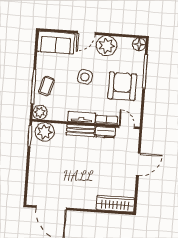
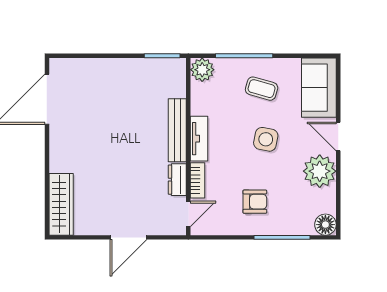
coffee table: (46, 86) -> (262, 89), moved
armchair: (122, 86) -> (255, 202), width x0.53, depth x0.53
bench: (81, 130) -> (177, 130), width x1.36
plant: (45, 132) -> (171, 80), removed
door: (138, 164) -> (128, 237), hinge flipped

